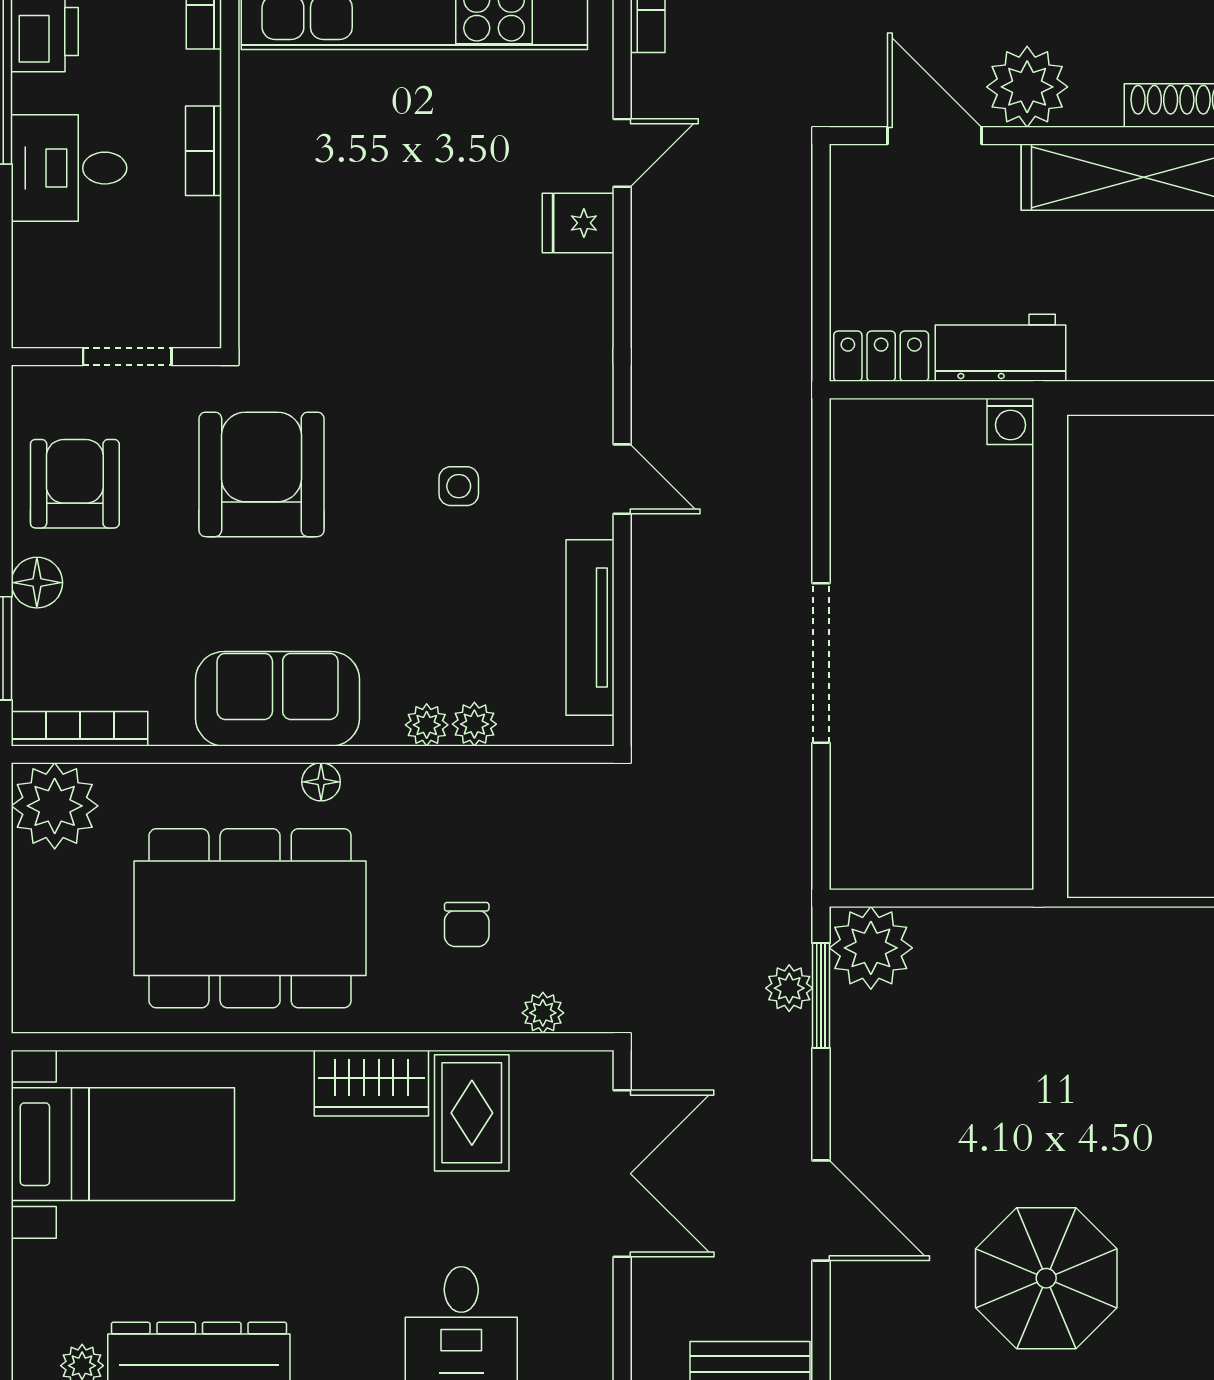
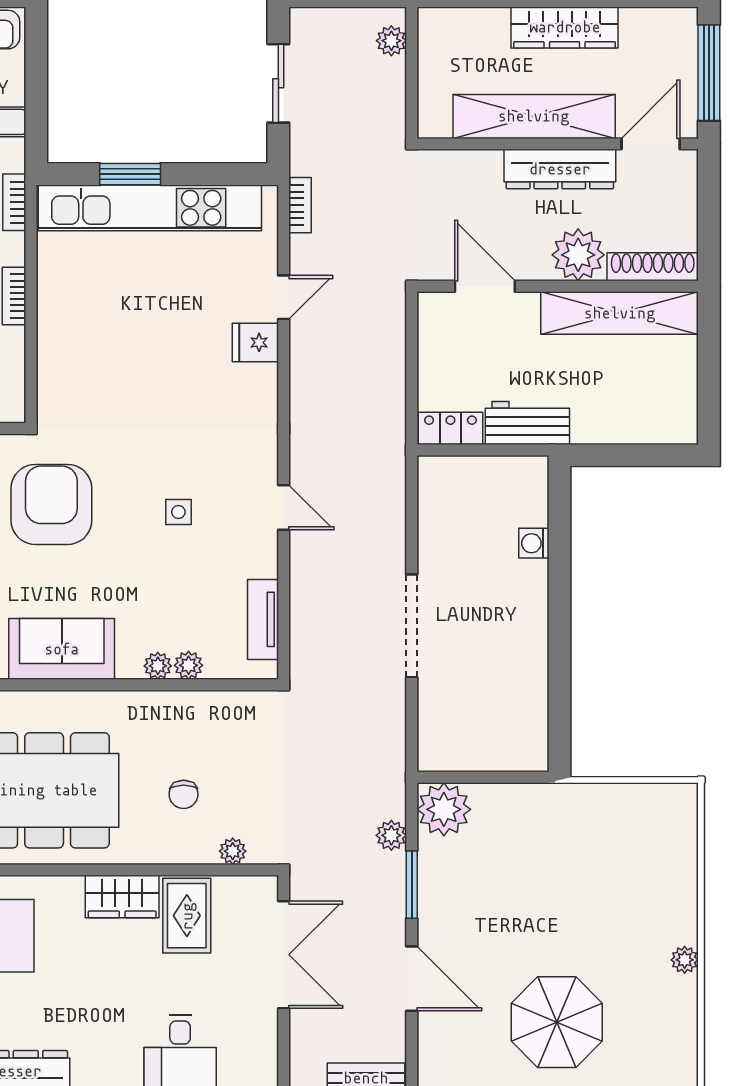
plant: (1027, 87) -> (578, 255), moved
washing machine: (1010, 421) -> (534, 543), moved, turned 90
tv unit: (590, 627) -> (263, 619), width x0.71
floor lamp: (321, 782) -> (90, 702), removed
window: (821, 996) -> (412, 885), moved

